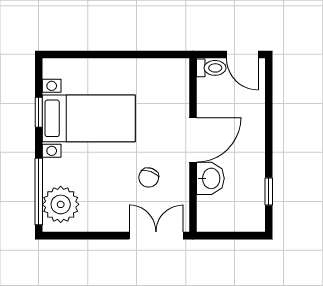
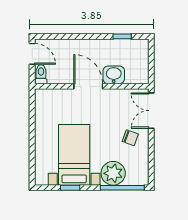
door: (242, 54) -> (32, 54), hinge flipped
chair: (149, 178) -> (130, 138), moved
plant: (61, 204) -> (113, 173), moved

